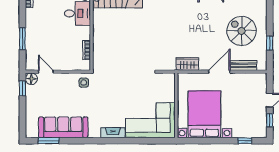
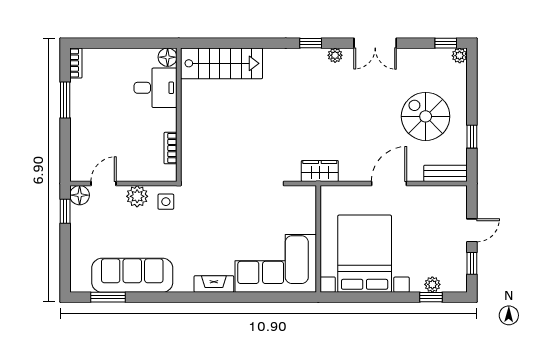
window: (22, 39) -> (65, 100), moved
wardrobe: (187, 64) -> (320, 171), moved
bench: (244, 65) -> (446, 173), moved
door: (46, 72) -> (104, 184), hinge flipped
plant: (66, 79) -> (137, 196), added
plant: (246, 133) -> (432, 284), added

